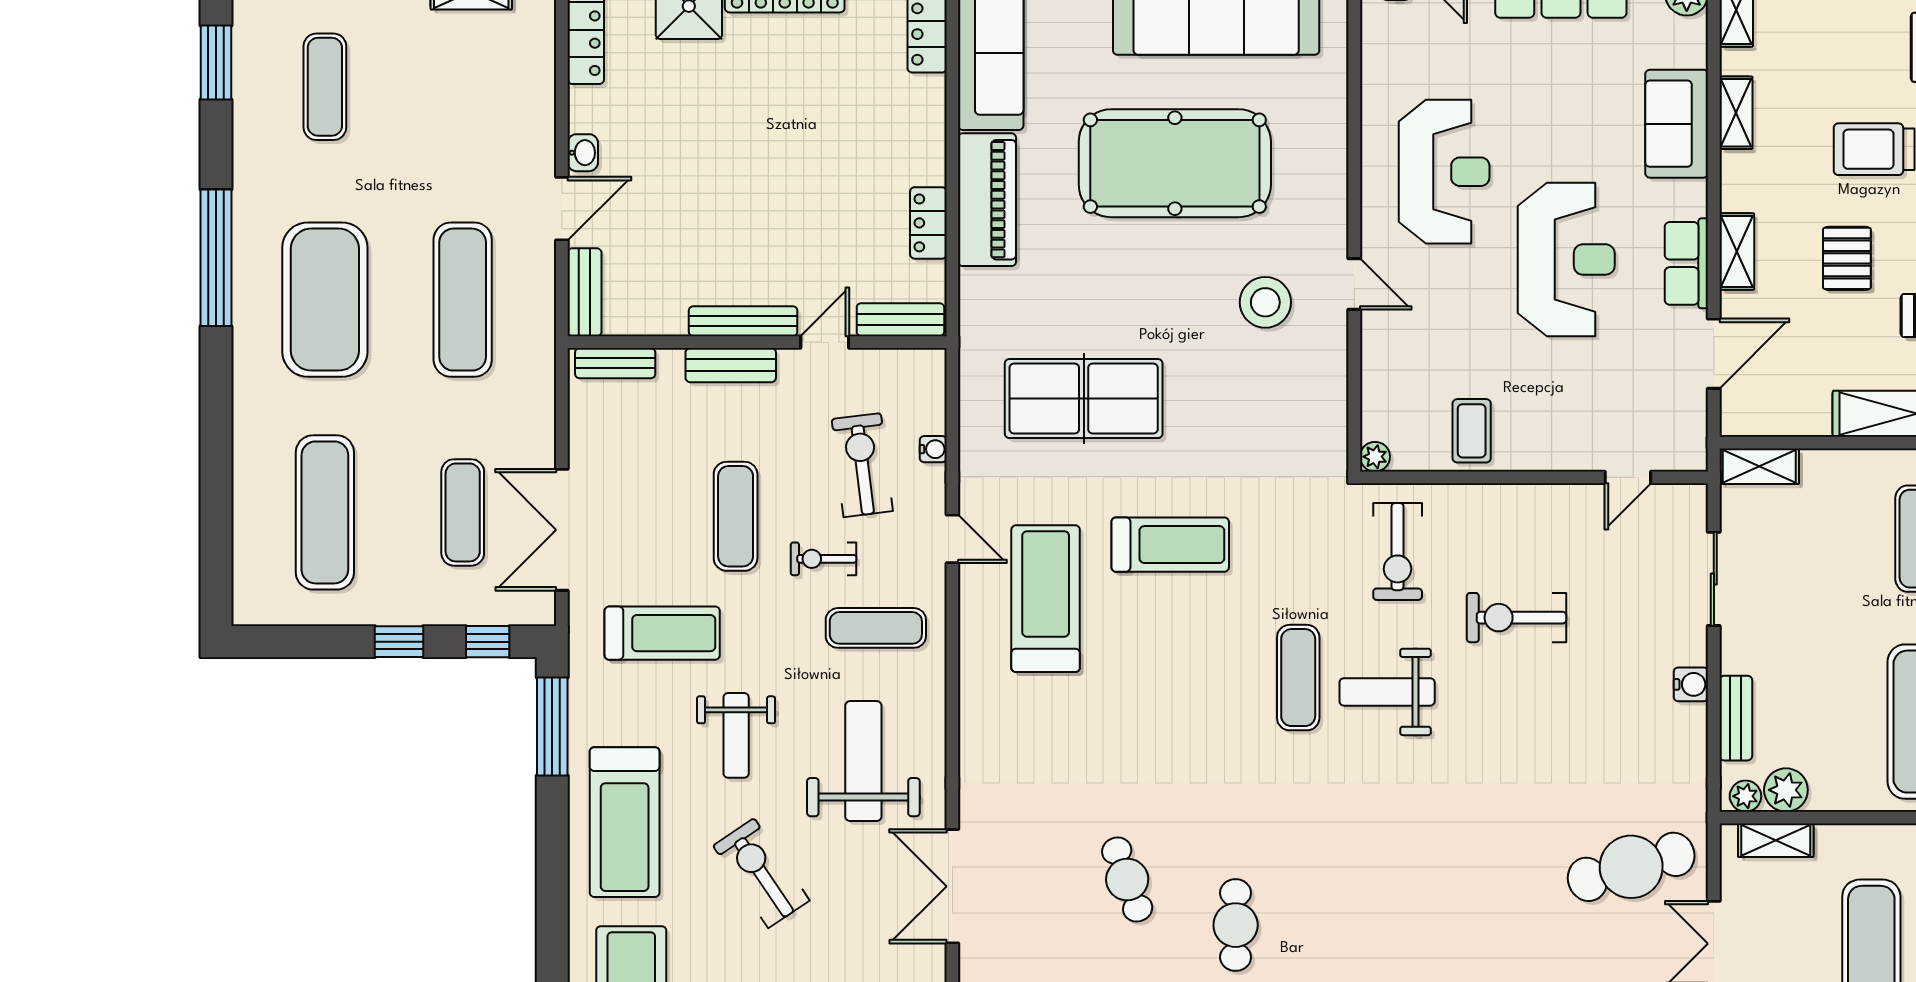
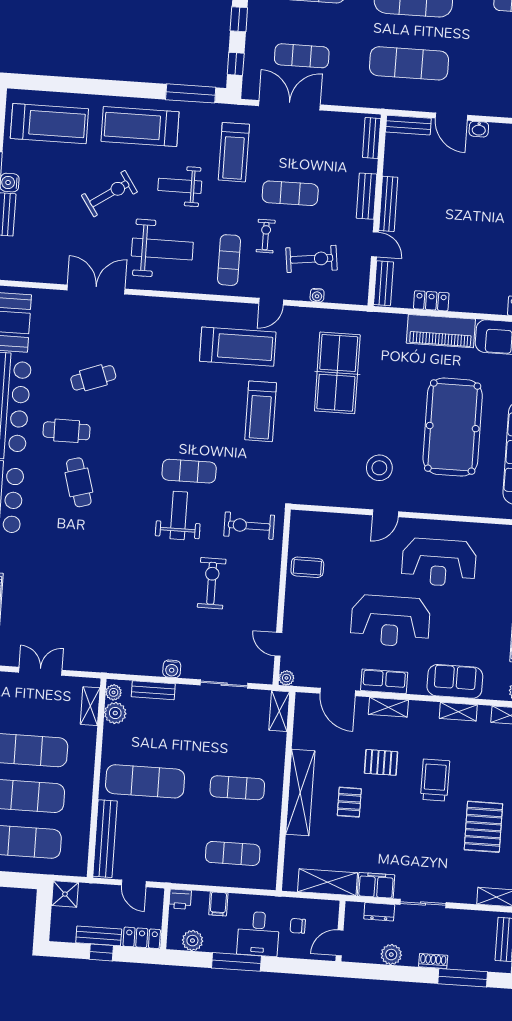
plant: (1375, 457) -> (286, 678), moved
cafe table: (1631, 867) -> (79, 482), moved, width x0.73, depth x0.74

